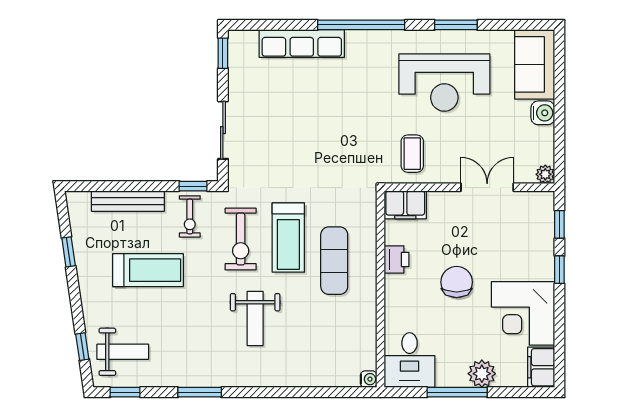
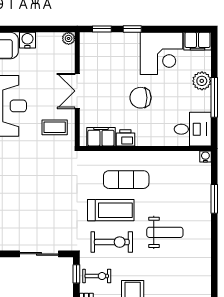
double door: (487, 187) -> (77, 91), moved
filing cabinet: (405, 205) -> (101, 137), moved, turned -90
window: (200, 392) -> (214, 199), moved

